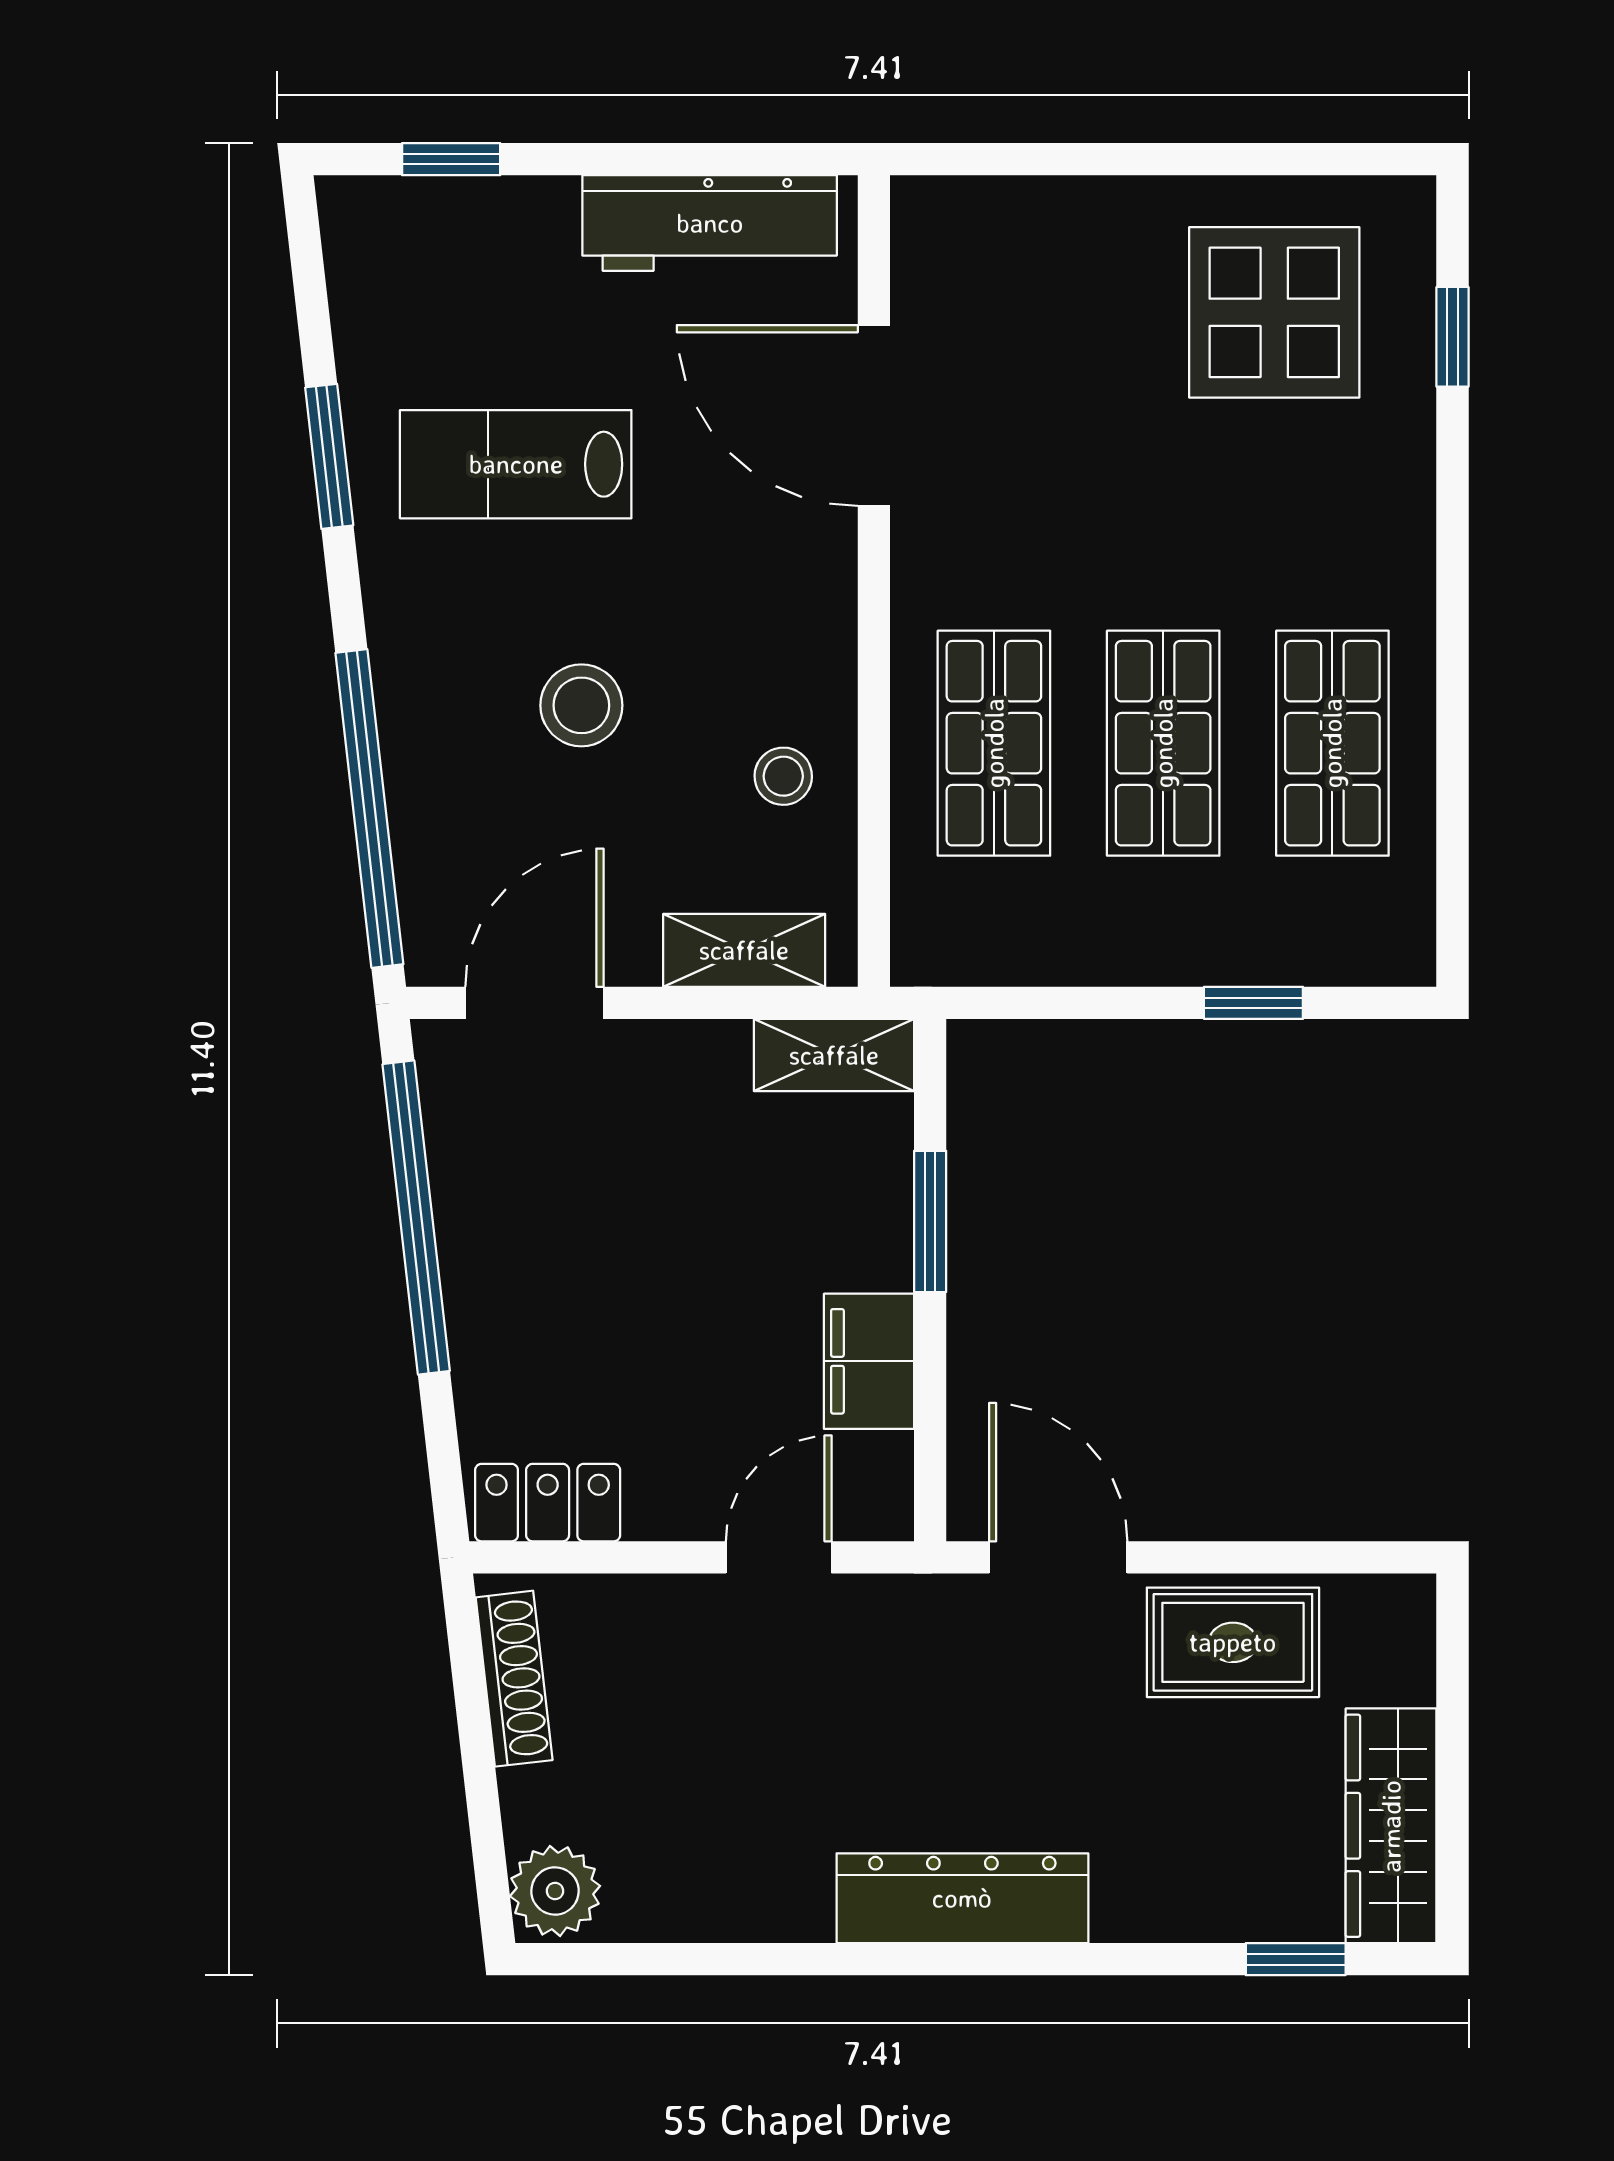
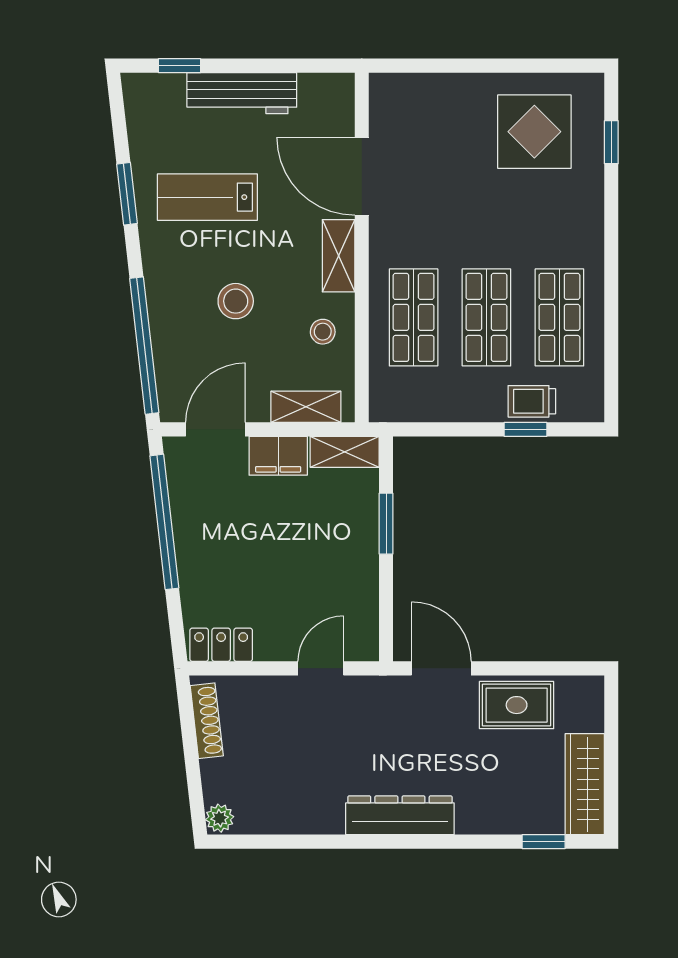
workbench: (710, 223) -> (242, 93), moved
shelving: (820, 600) -> (339, 256), added
trolley: (1268, 938) -> (532, 401), added
filing cabinet: (869, 1361) -> (278, 456), moved, turned -90
plant: (555, 1891) -> (220, 818), width x0.73, depth x0.73

